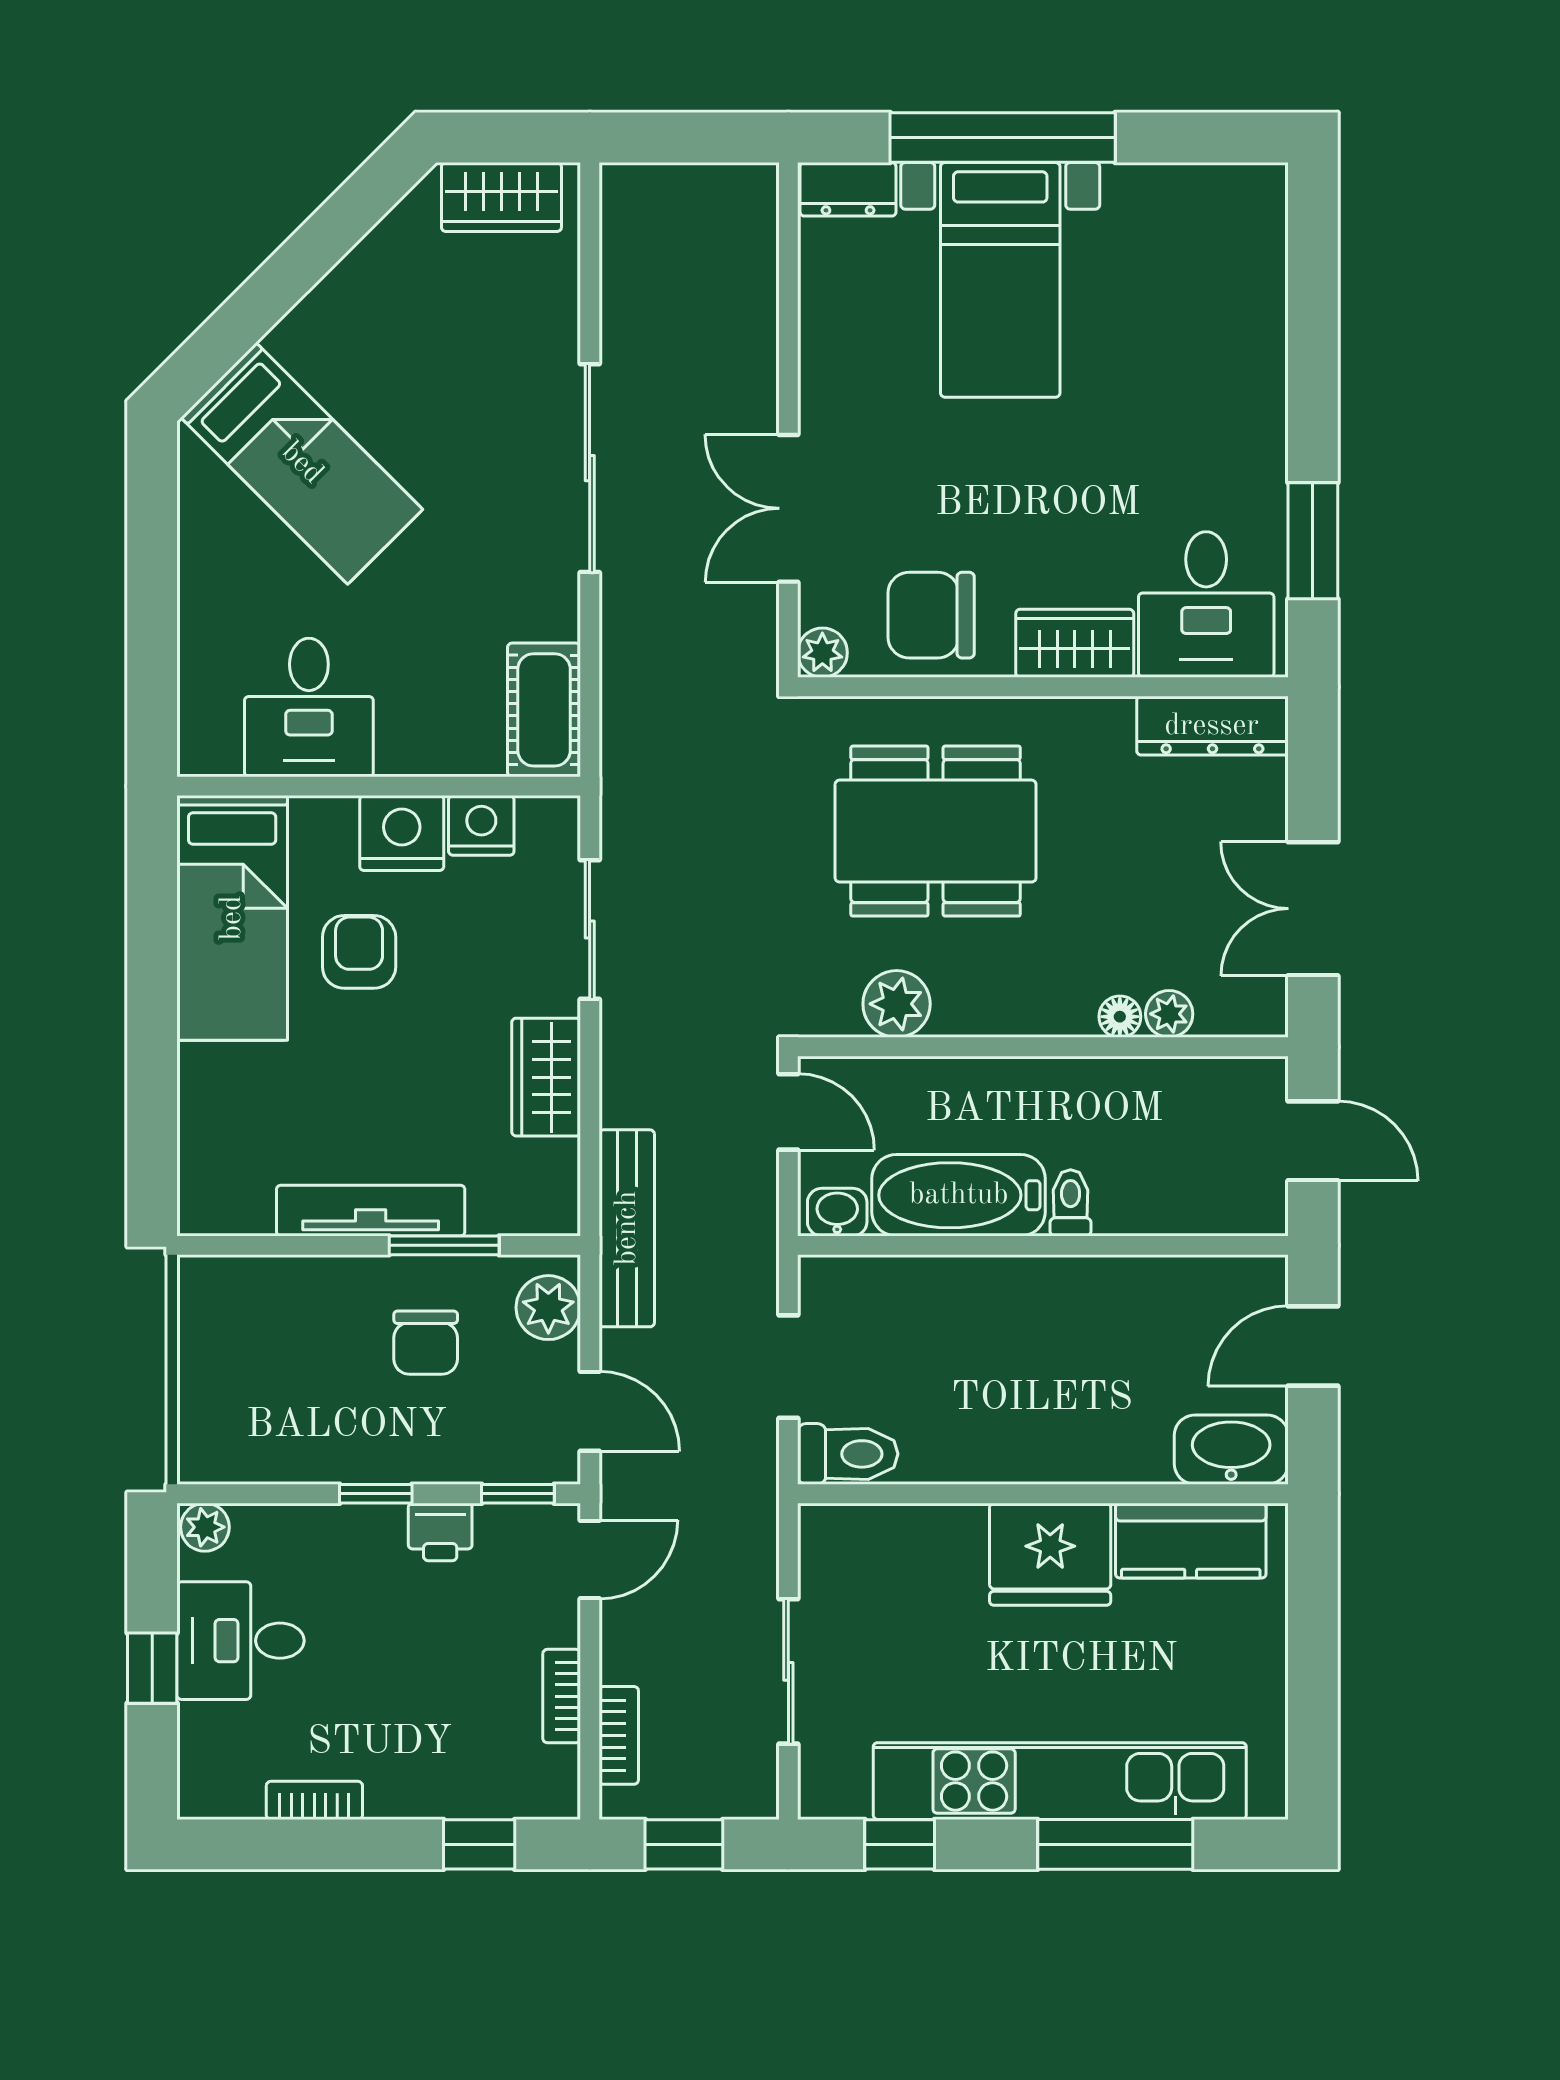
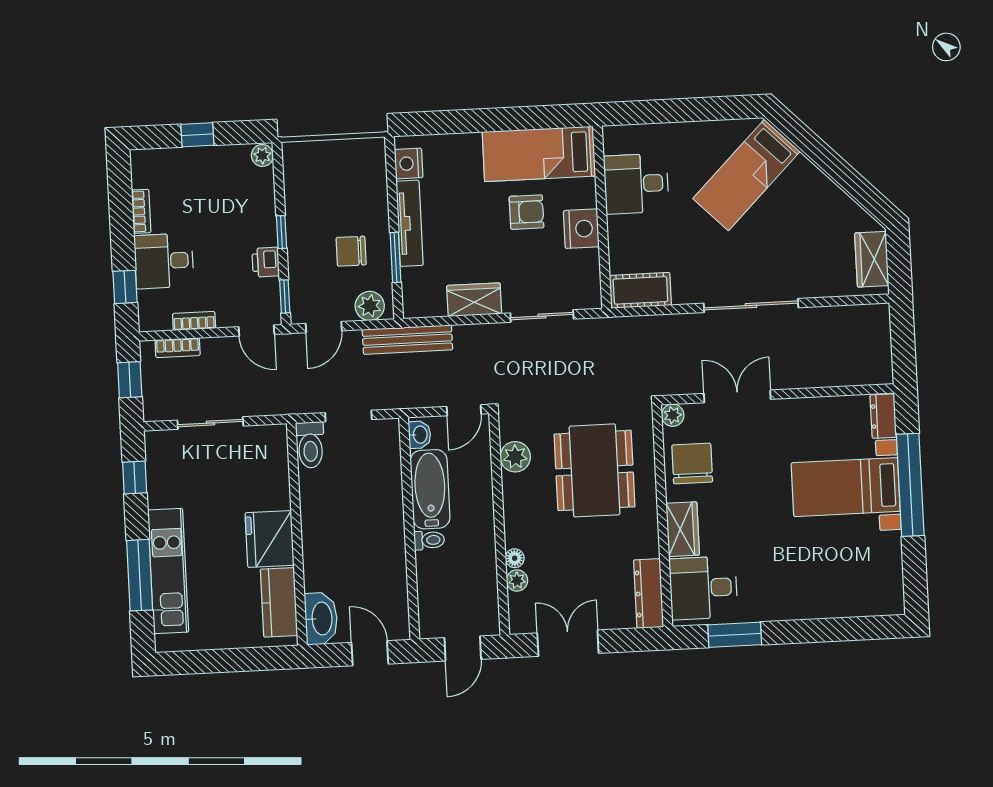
nightstand: (481, 825) -> (409, 164), moved, turned 180
desk: (241, 1641) -> (164, 261), moved, turned -90
kitchen unit: (1060, 1781) -> (168, 571), width x0.73

